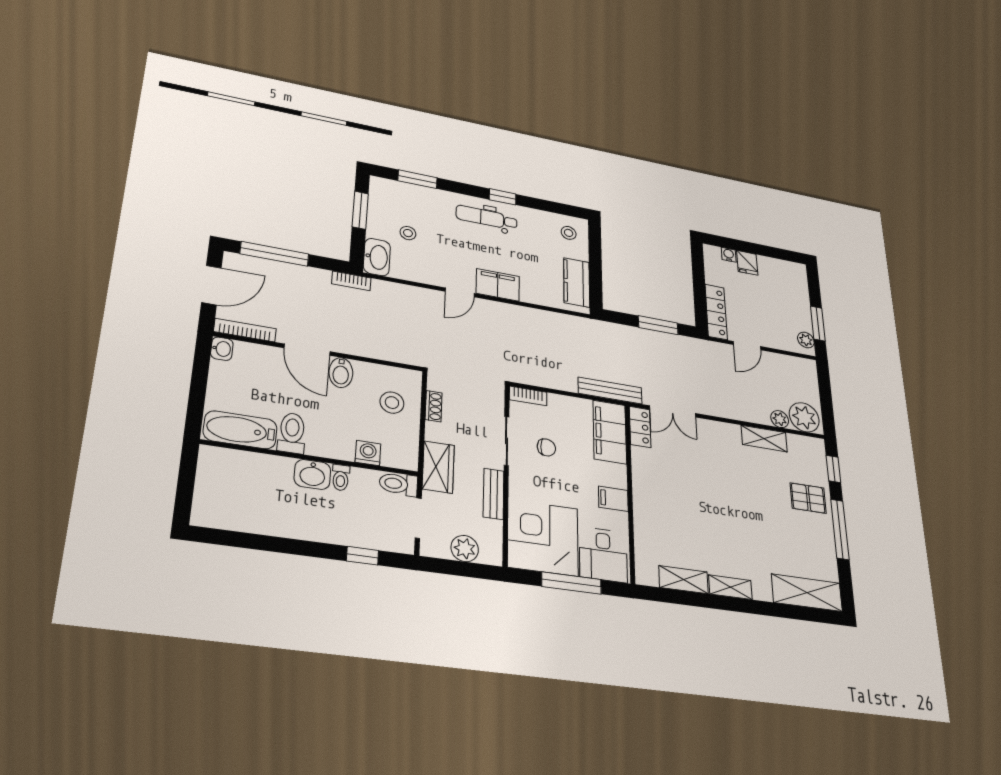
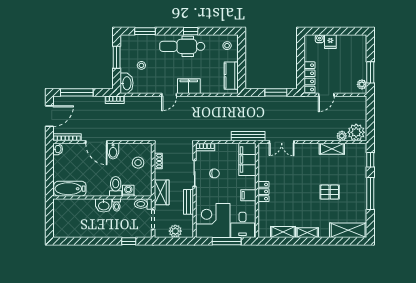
dental chair: (487, 218) -> (182, 46), width x1.36, depth x1.38
locker: (640, 427) -> (264, 192), moved
toilet: (292, 433) -> (116, 186), moved
pallet: (808, 498) -> (330, 192), moved

